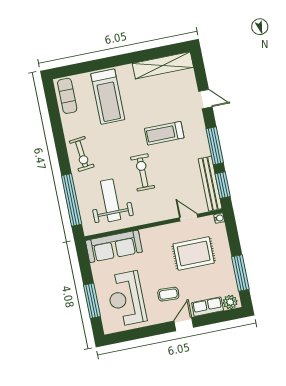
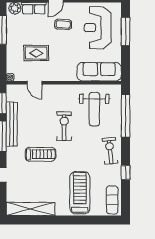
window: (58, 132) -> (126, 173), added
exercise bike: (143, 172) -> (64, 126), turned 180
bench: (210, 184) -> (12, 124), moved
rug: (194, 253) -> (36, 53), width x0.73, depth x0.70
reception desk: (126, 299) -> (98, 28), turned 180

